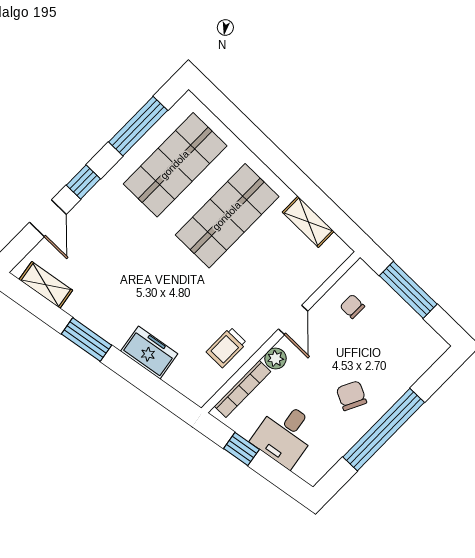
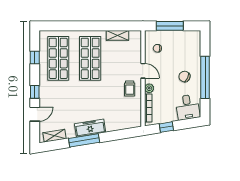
window: (138, 126) -> (35, 58), width x0.46
door: (48, 218) -> (35, 114), hinge flipped
window: (86, 340) -> (84, 140), width x1.44
trolley: (226, 347) -> (130, 89), moved
freezer: (149, 352) -> (90, 128), moved, width x1.40
desk: (285, 434) -> (188, 107), moved

